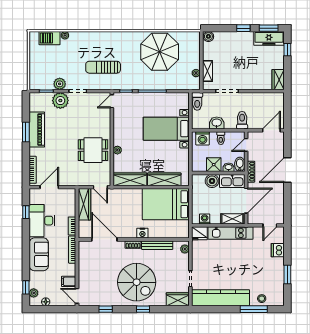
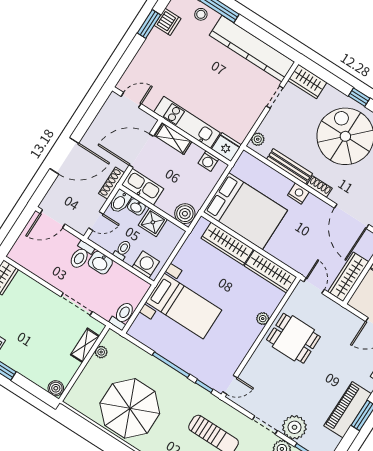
washbasin: (217, 123) -> (100, 263), moved
boiler: (212, 181) -> (185, 214), moved
dishwasher: (278, 250) -> (168, 22), moved

